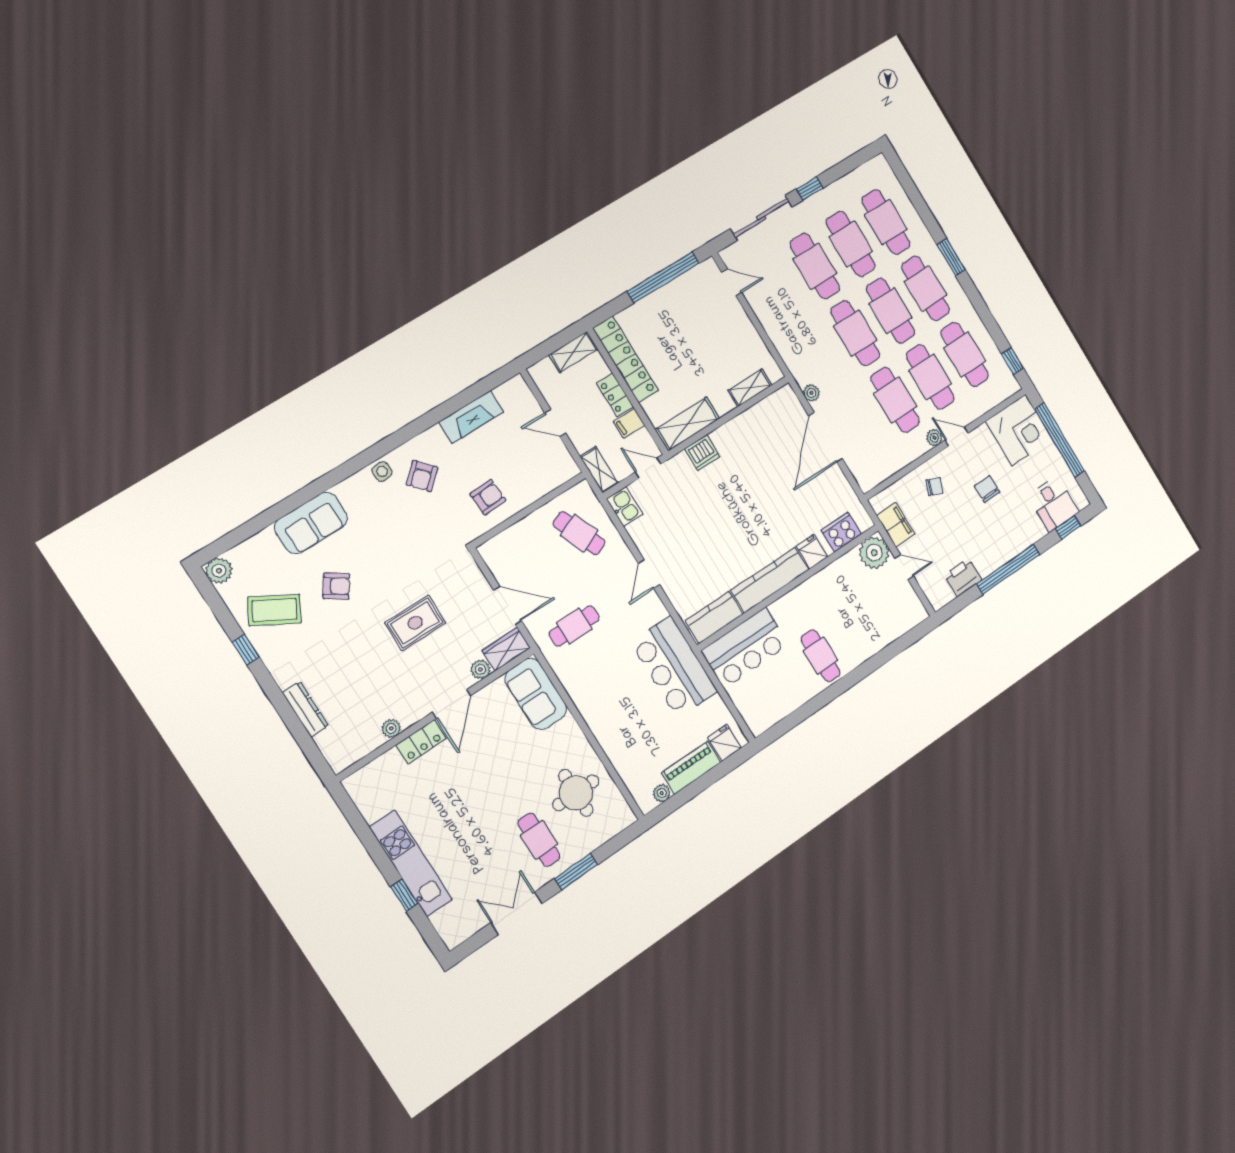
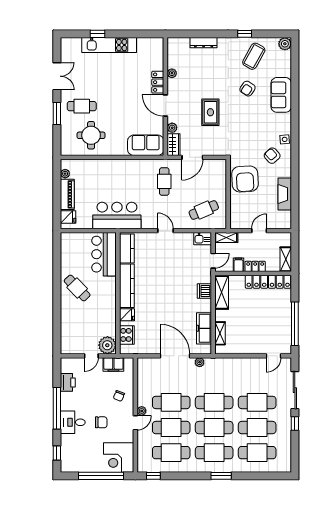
freezer: (758, 418) -> (204, 328), added
armchair: (488, 497) -> (245, 179), width x1.88, depth x1.88
desk: (1054, 504) -> (73, 422), moved
cafe table: (821, 656) -> (77, 288), turned 46

